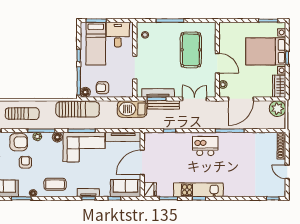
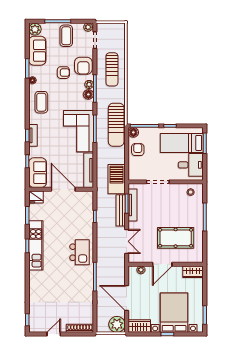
wardrobe: (225, 32) -> (193, 272), added
door: (241, 99) -> (127, 298), moved
floor lamp: (57, 137) -> (88, 94), moved

